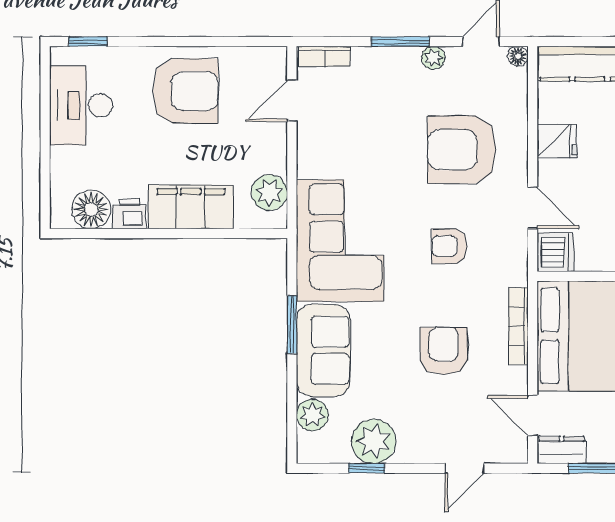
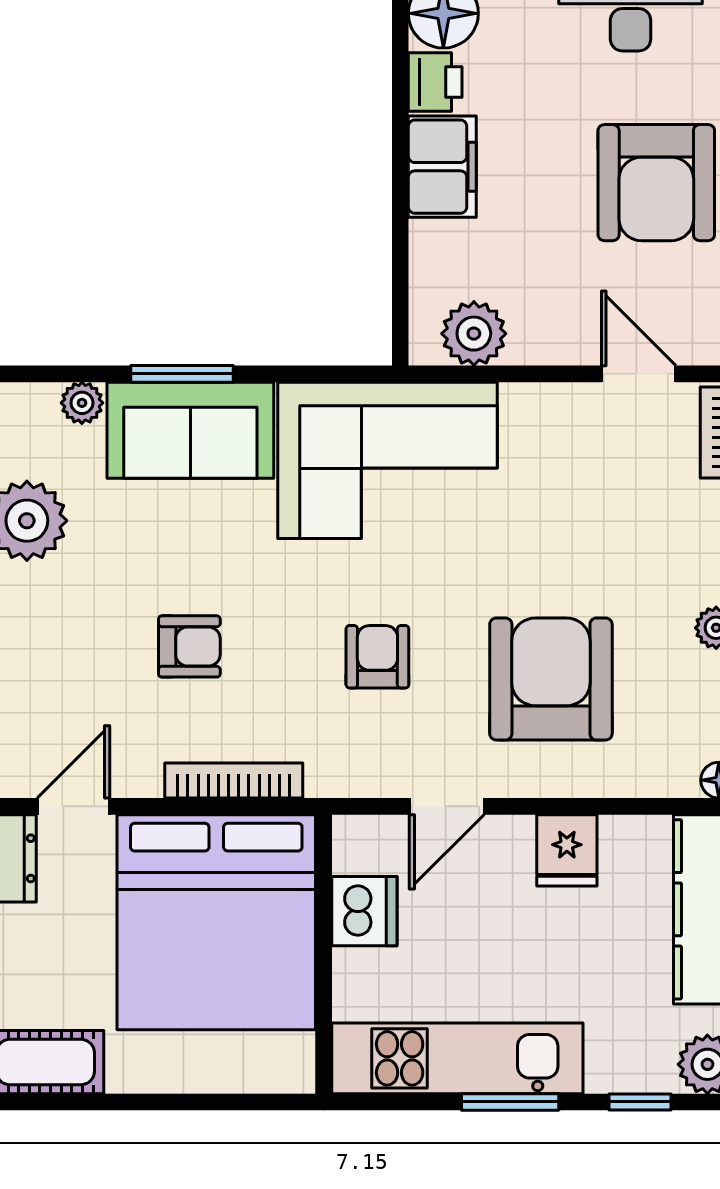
filing cabinet: (191, 207) -> (442, 167), width x0.67, depth x0.86
dishwasher: (555, 252) -> (364, 911), moved, turned -90
window: (292, 324) -> (182, 374), moved
armchair: (444, 351) -> (189, 646), width x0.72, depth x0.72
plant: (312, 415) -> (82, 403), width x0.73, depth x0.73

